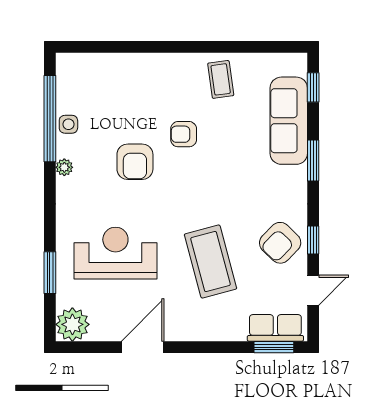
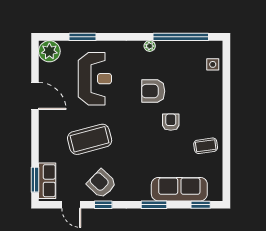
side table: (68, 124) -> (213, 64), moved

